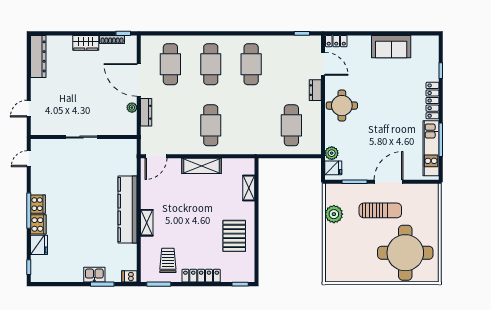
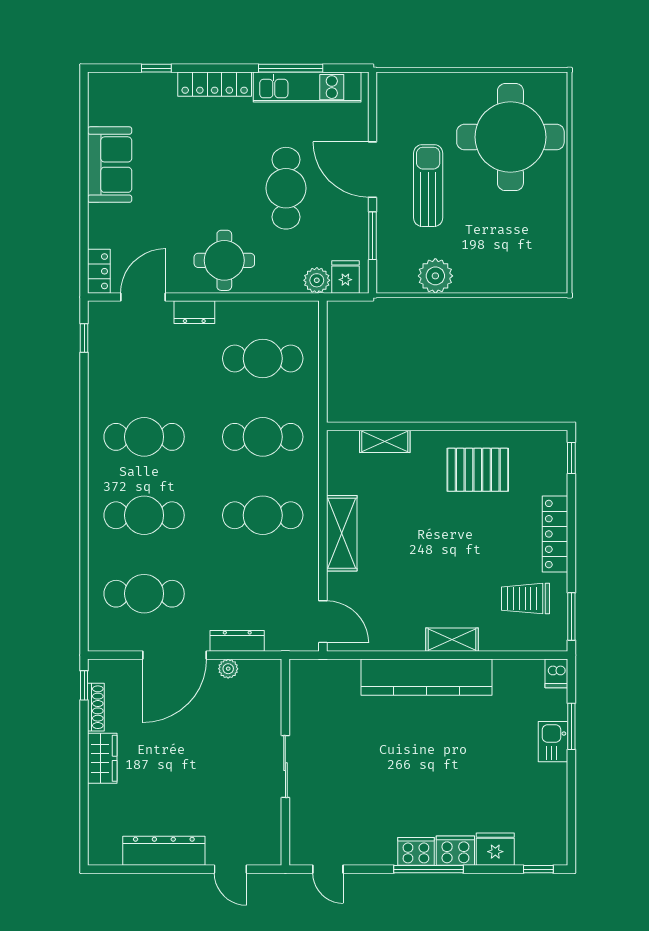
dresser: (38, 56) -> (164, 851), moved
cafe table: (251, 125) -> (263, 437), added
cafe table: (379, 137) -> (286, 188), added

